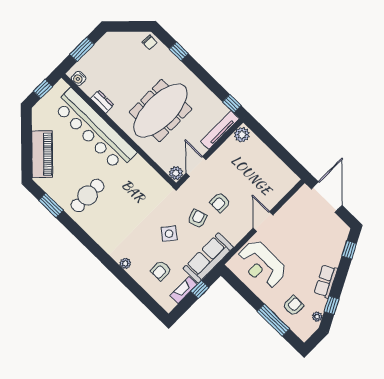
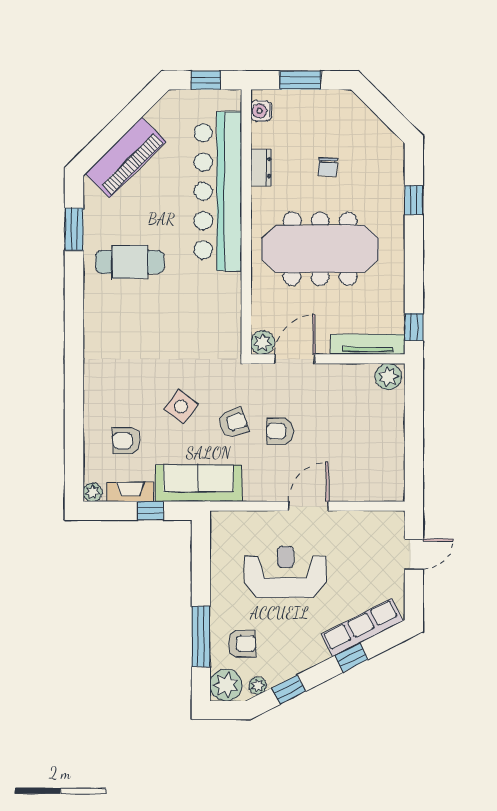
chair: (149, 42) -> (328, 167), moved
door: (327, 197) -> (414, 554), width x0.53
window: (349, 250) -> (351, 658), moved
plant: (125, 263) -> (93, 492), moved
reception desk: (262, 264) -> (285, 572), moved, turned 90
row of seats: (326, 281) -> (362, 628), moved, width x1.48
plant: (304, 330) -> (226, 685), added

